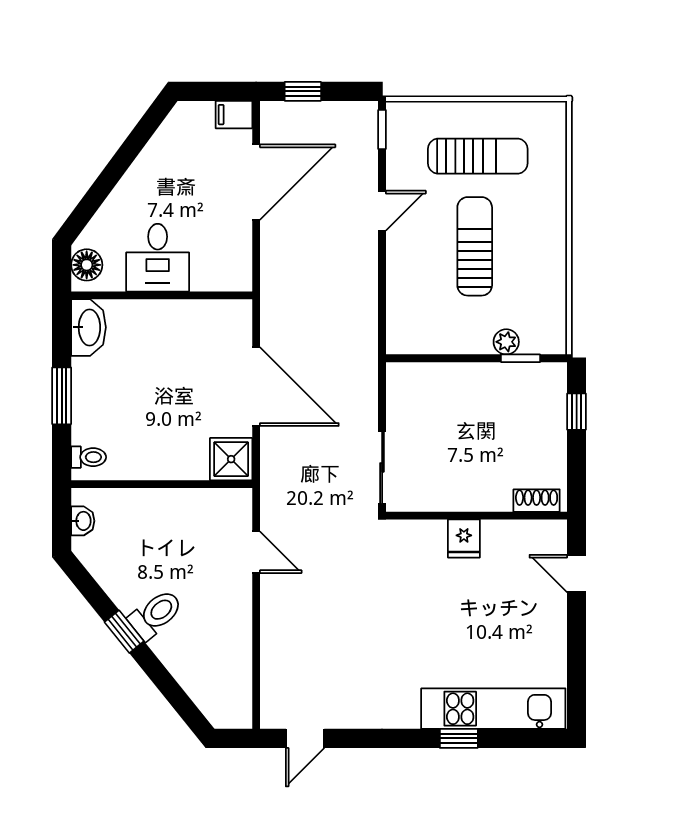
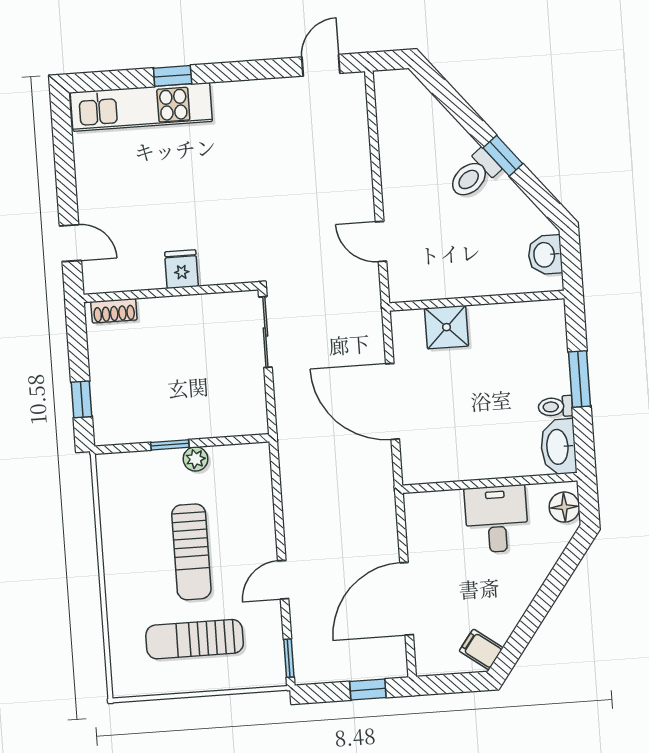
filing cabinet: (234, 115) -> (481, 649), moved, turned -144
plant: (506, 342) -> (196, 459), moved
window: (521, 358) -> (170, 445), moved
toilet: (89, 457) -> (555, 407), moved
shower: (231, 459) -> (447, 327), moved
washbasin: (83, 521) -> (545, 255), width x1.38, depth x1.45

